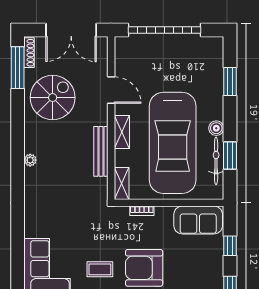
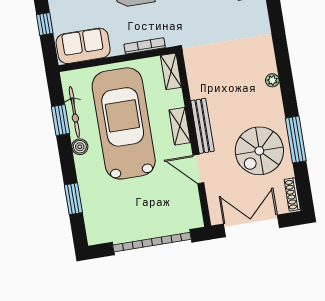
window: (18, 68) -> (296, 139), moved
bench: (101, 151) -> (202, 126), moved
bookcase: (142, 211) -> (145, 46), width x1.56

